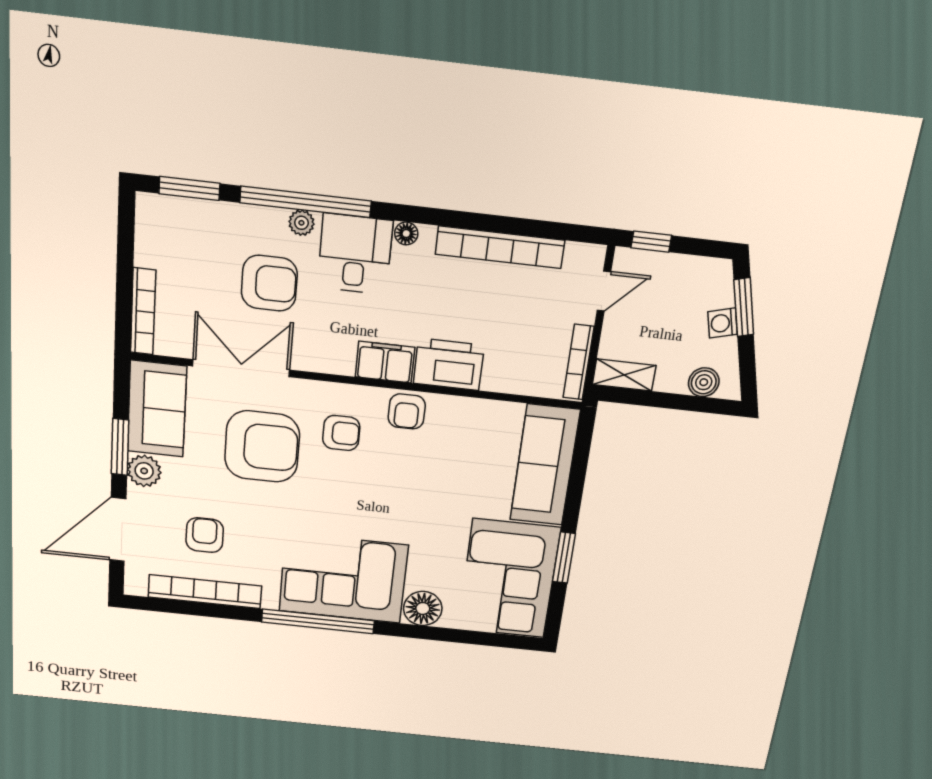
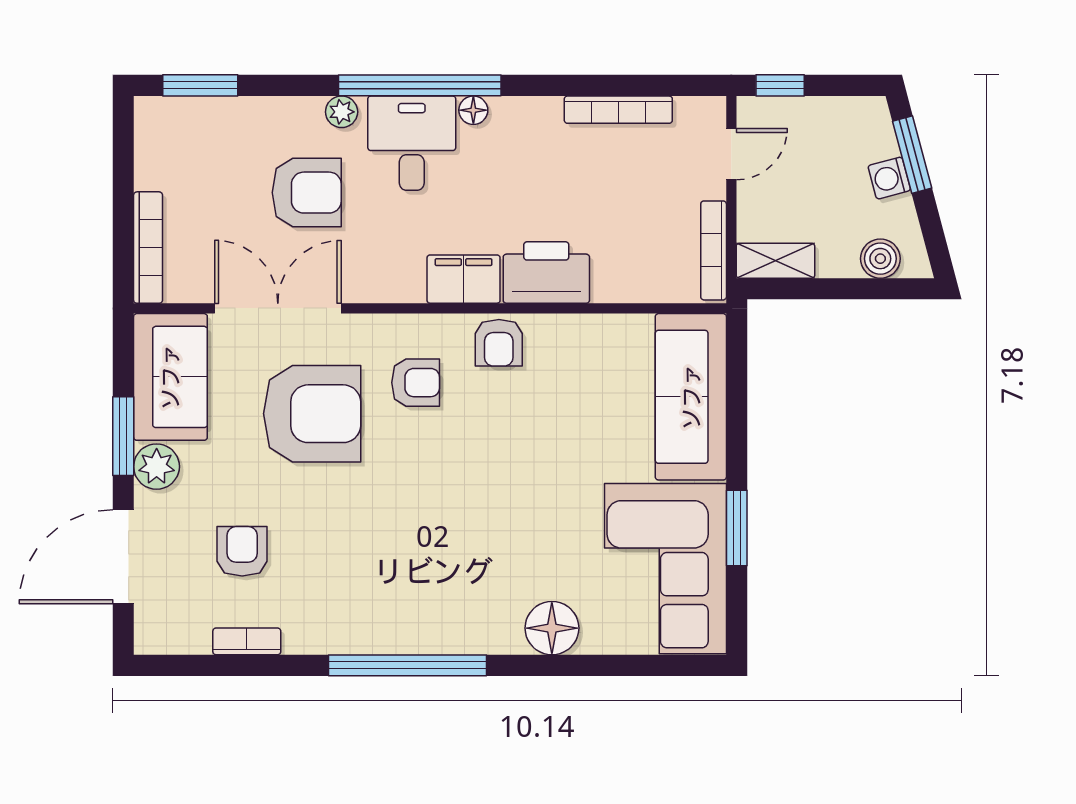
window: (305, 202) -> (420, 85), moved
bookcase: (500, 247) -> (618, 110), width x0.68, depth x0.76
corner sofa: (343, 578) -> (437, 594), removed
bookcase: (205, 592) -> (247, 641), width x0.43, depth x0.76

